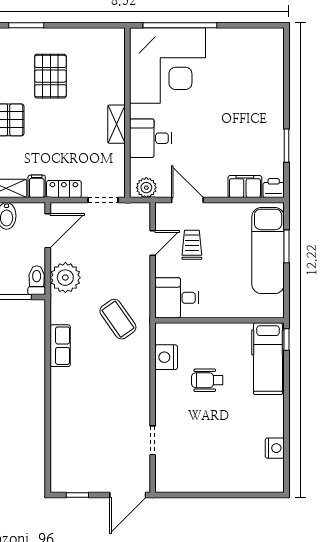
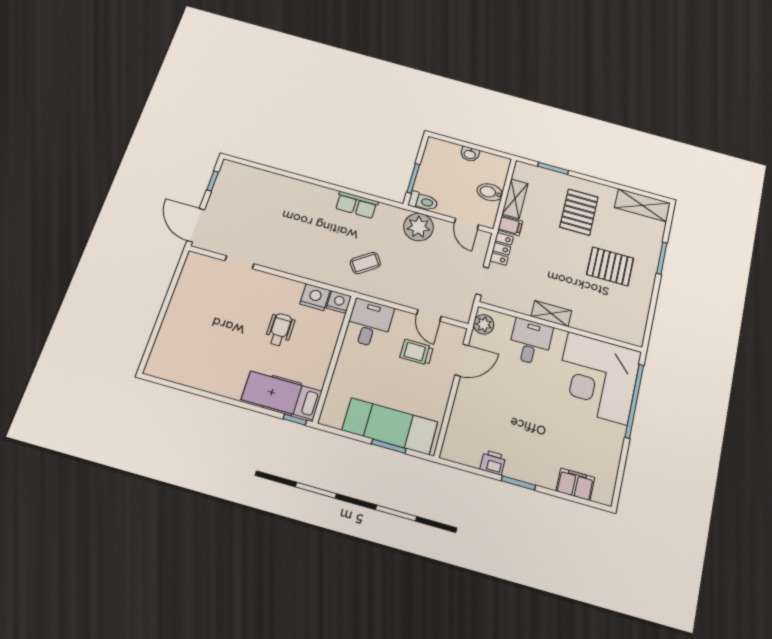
window: (287, 146) -> (518, 483), moved
filing cabinet: (245, 187) -> (575, 484), moved, turned -90
printer: (274, 188) -> (493, 462), moved, turned -90
door: (48, 231) -> (466, 224), width x0.73
trolley: (192, 245) -> (417, 352), turned 180
coffee table: (118, 319) -> (365, 263), width x0.73, depth x0.77
nightstand: (275, 448) -> (339, 302), moved, turned 180

